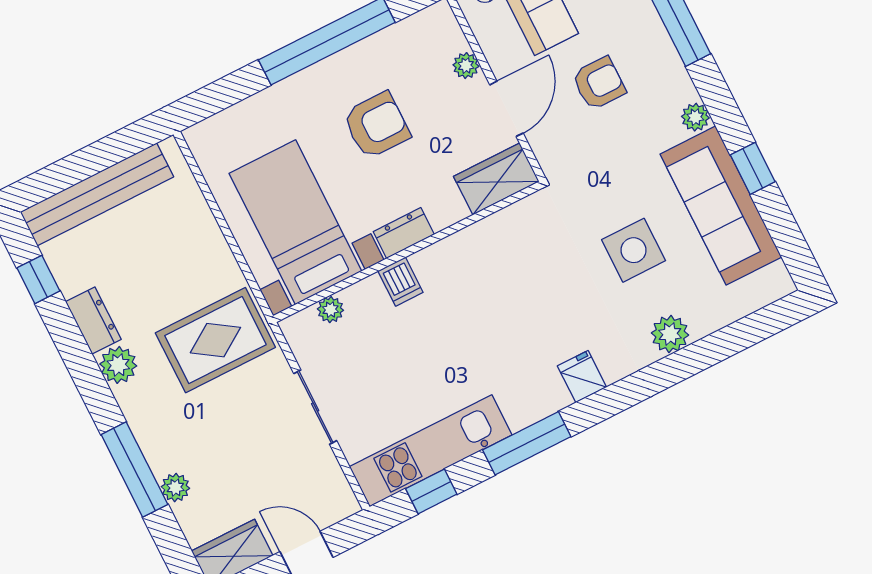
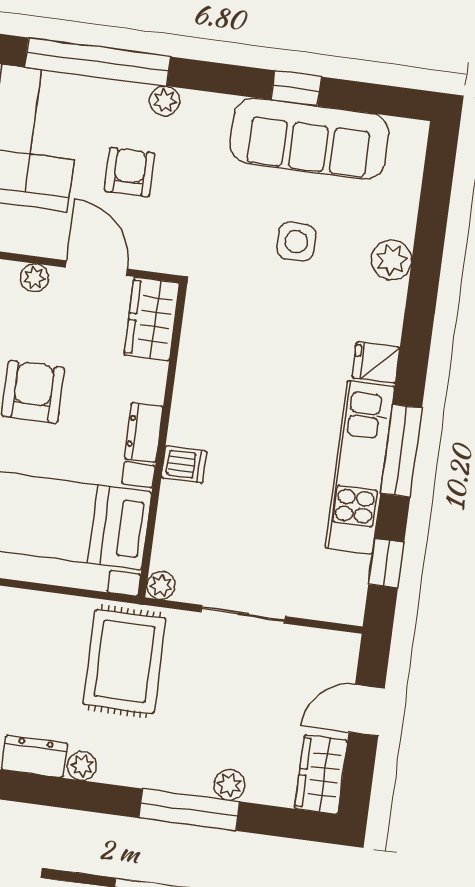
plant: (695, 117) -> (165, 101), moved
side table: (634, 250) -> (296, 242), width x0.73, depth x0.73
plant: (330, 310) -> (161, 585), moved
plant: (118, 365) -> (82, 766), width x0.73, depth x0.73
kitchen unit: (431, 451) -> (360, 467), moved

